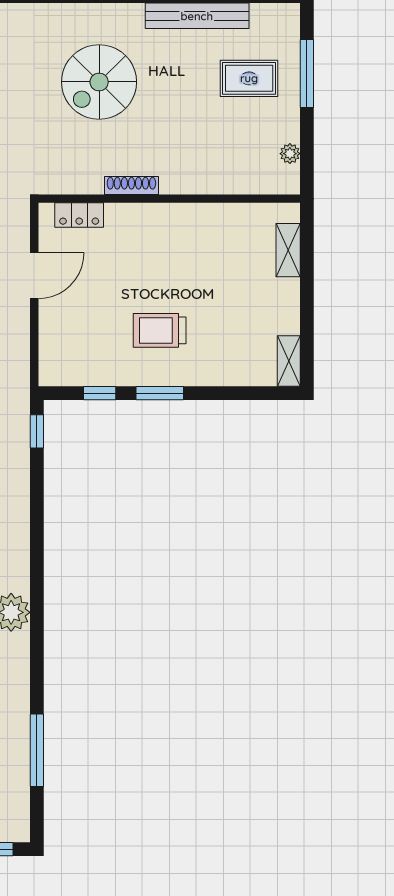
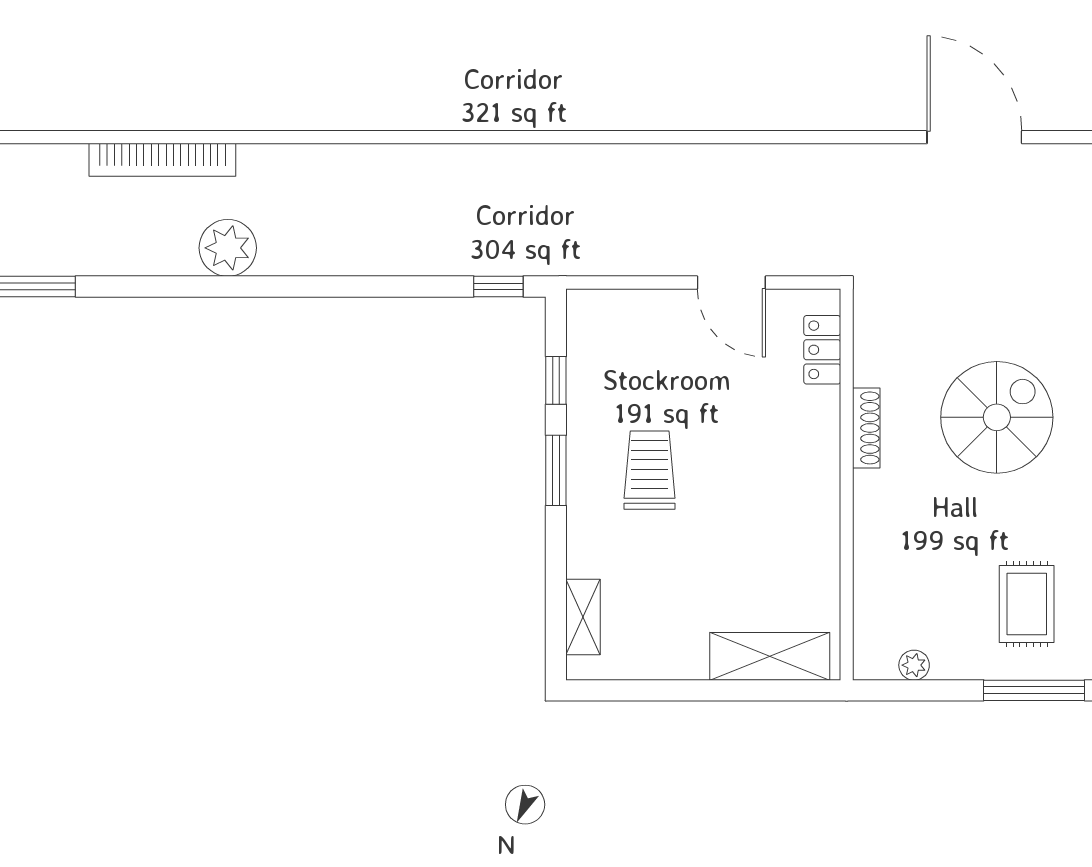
spiral stairs: (99, 82) -> (997, 417), moved, turned 90
shelving: (288, 250) -> (770, 656), width x1.50, depth x1.33
shelving: (289, 361) -> (583, 617), moved, turned 90

